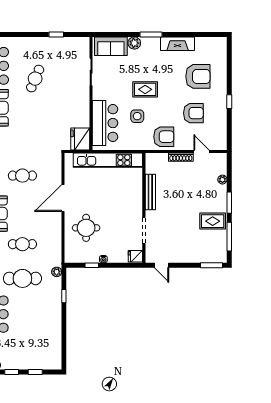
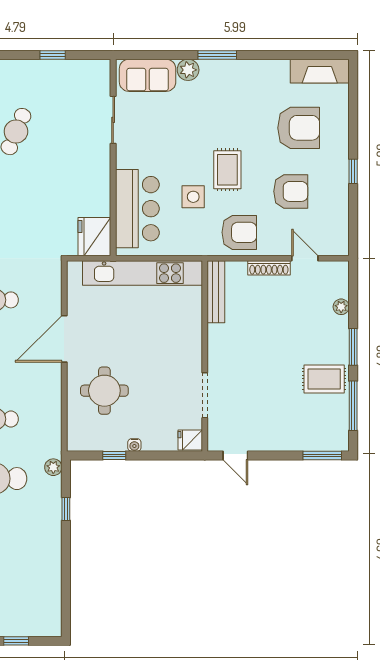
fireplace: (178, 44) -> (320, 71), moved
rug: (145, 89) -> (227, 170), moved, turned 90
bench: (150, 192) -> (216, 292), moved

